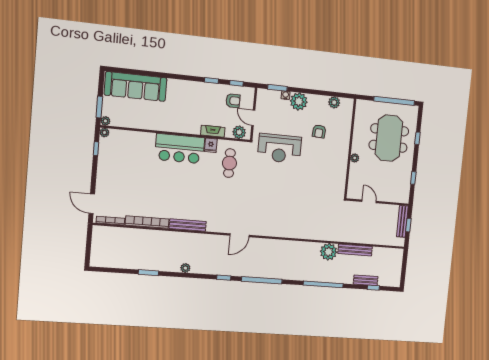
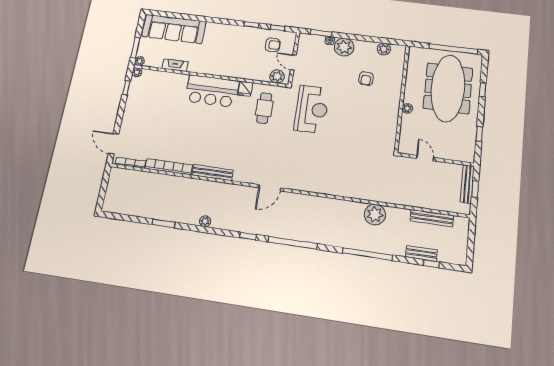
fireplace: (213, 131) -> (175, 65), moved
meeting table: (389, 138) -> (448, 88), width x1.36
reception desk: (279, 148) -> (312, 109), moved, turned -90
bench: (355, 250) -> (432, 218), moved

